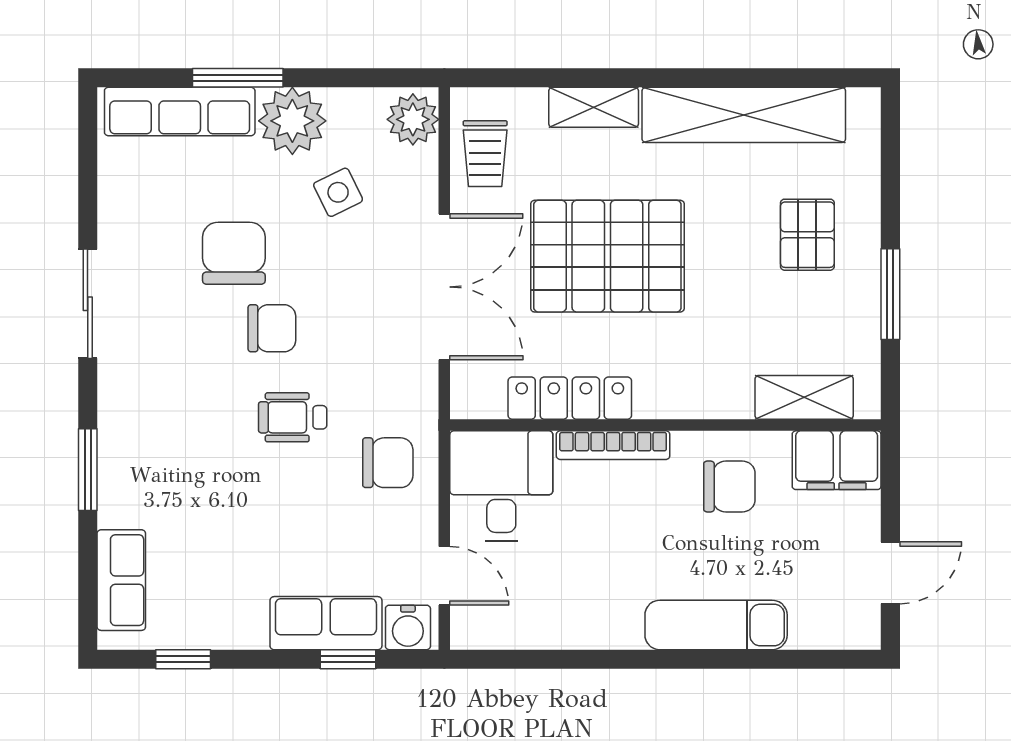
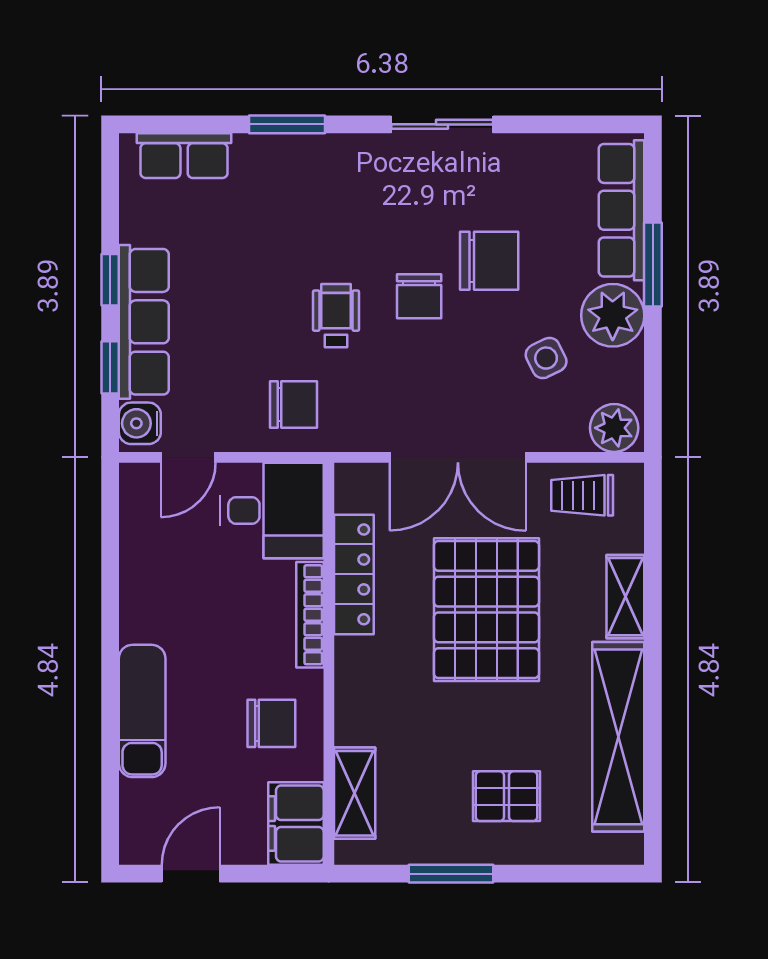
chair: (388, 463) -> (294, 404), turned -90
chair: (729, 486) -> (271, 723), turned -90
door: (890, 573) -> (191, 874), swing flipped
row of seats: (326, 623) -> (144, 322), width x1.48
window: (183, 659) -> (110, 280), moved

